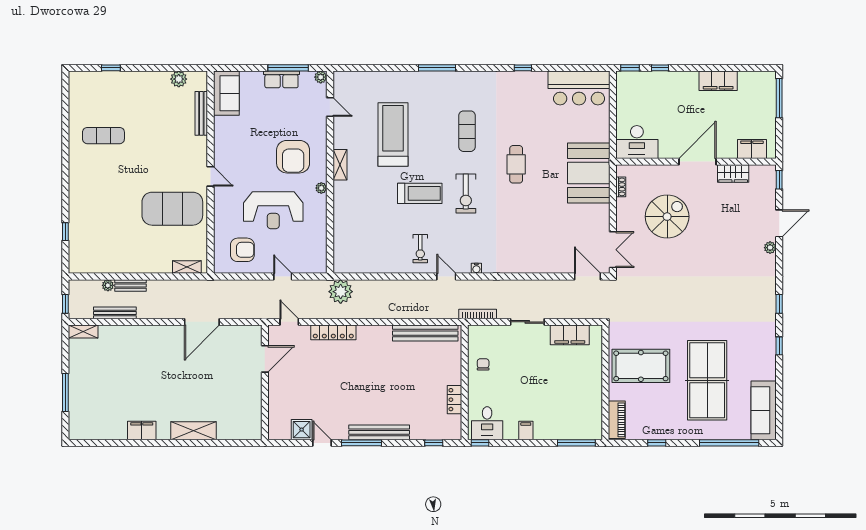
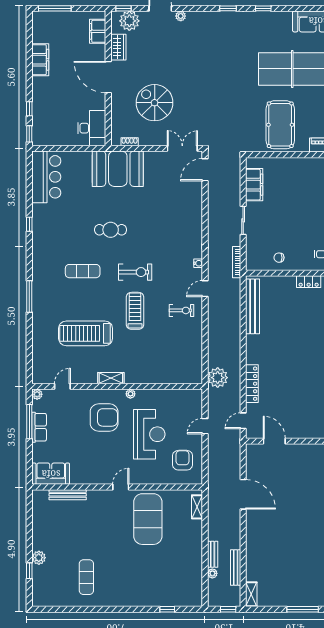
plant: (179, 79) -> (39, 558), moved
plant: (764, 187) -> (129, 21), added

